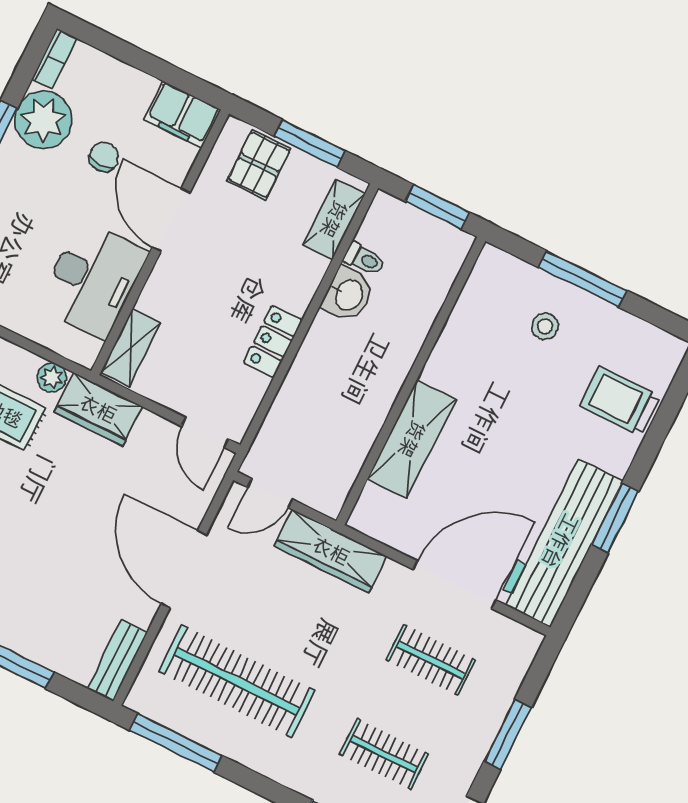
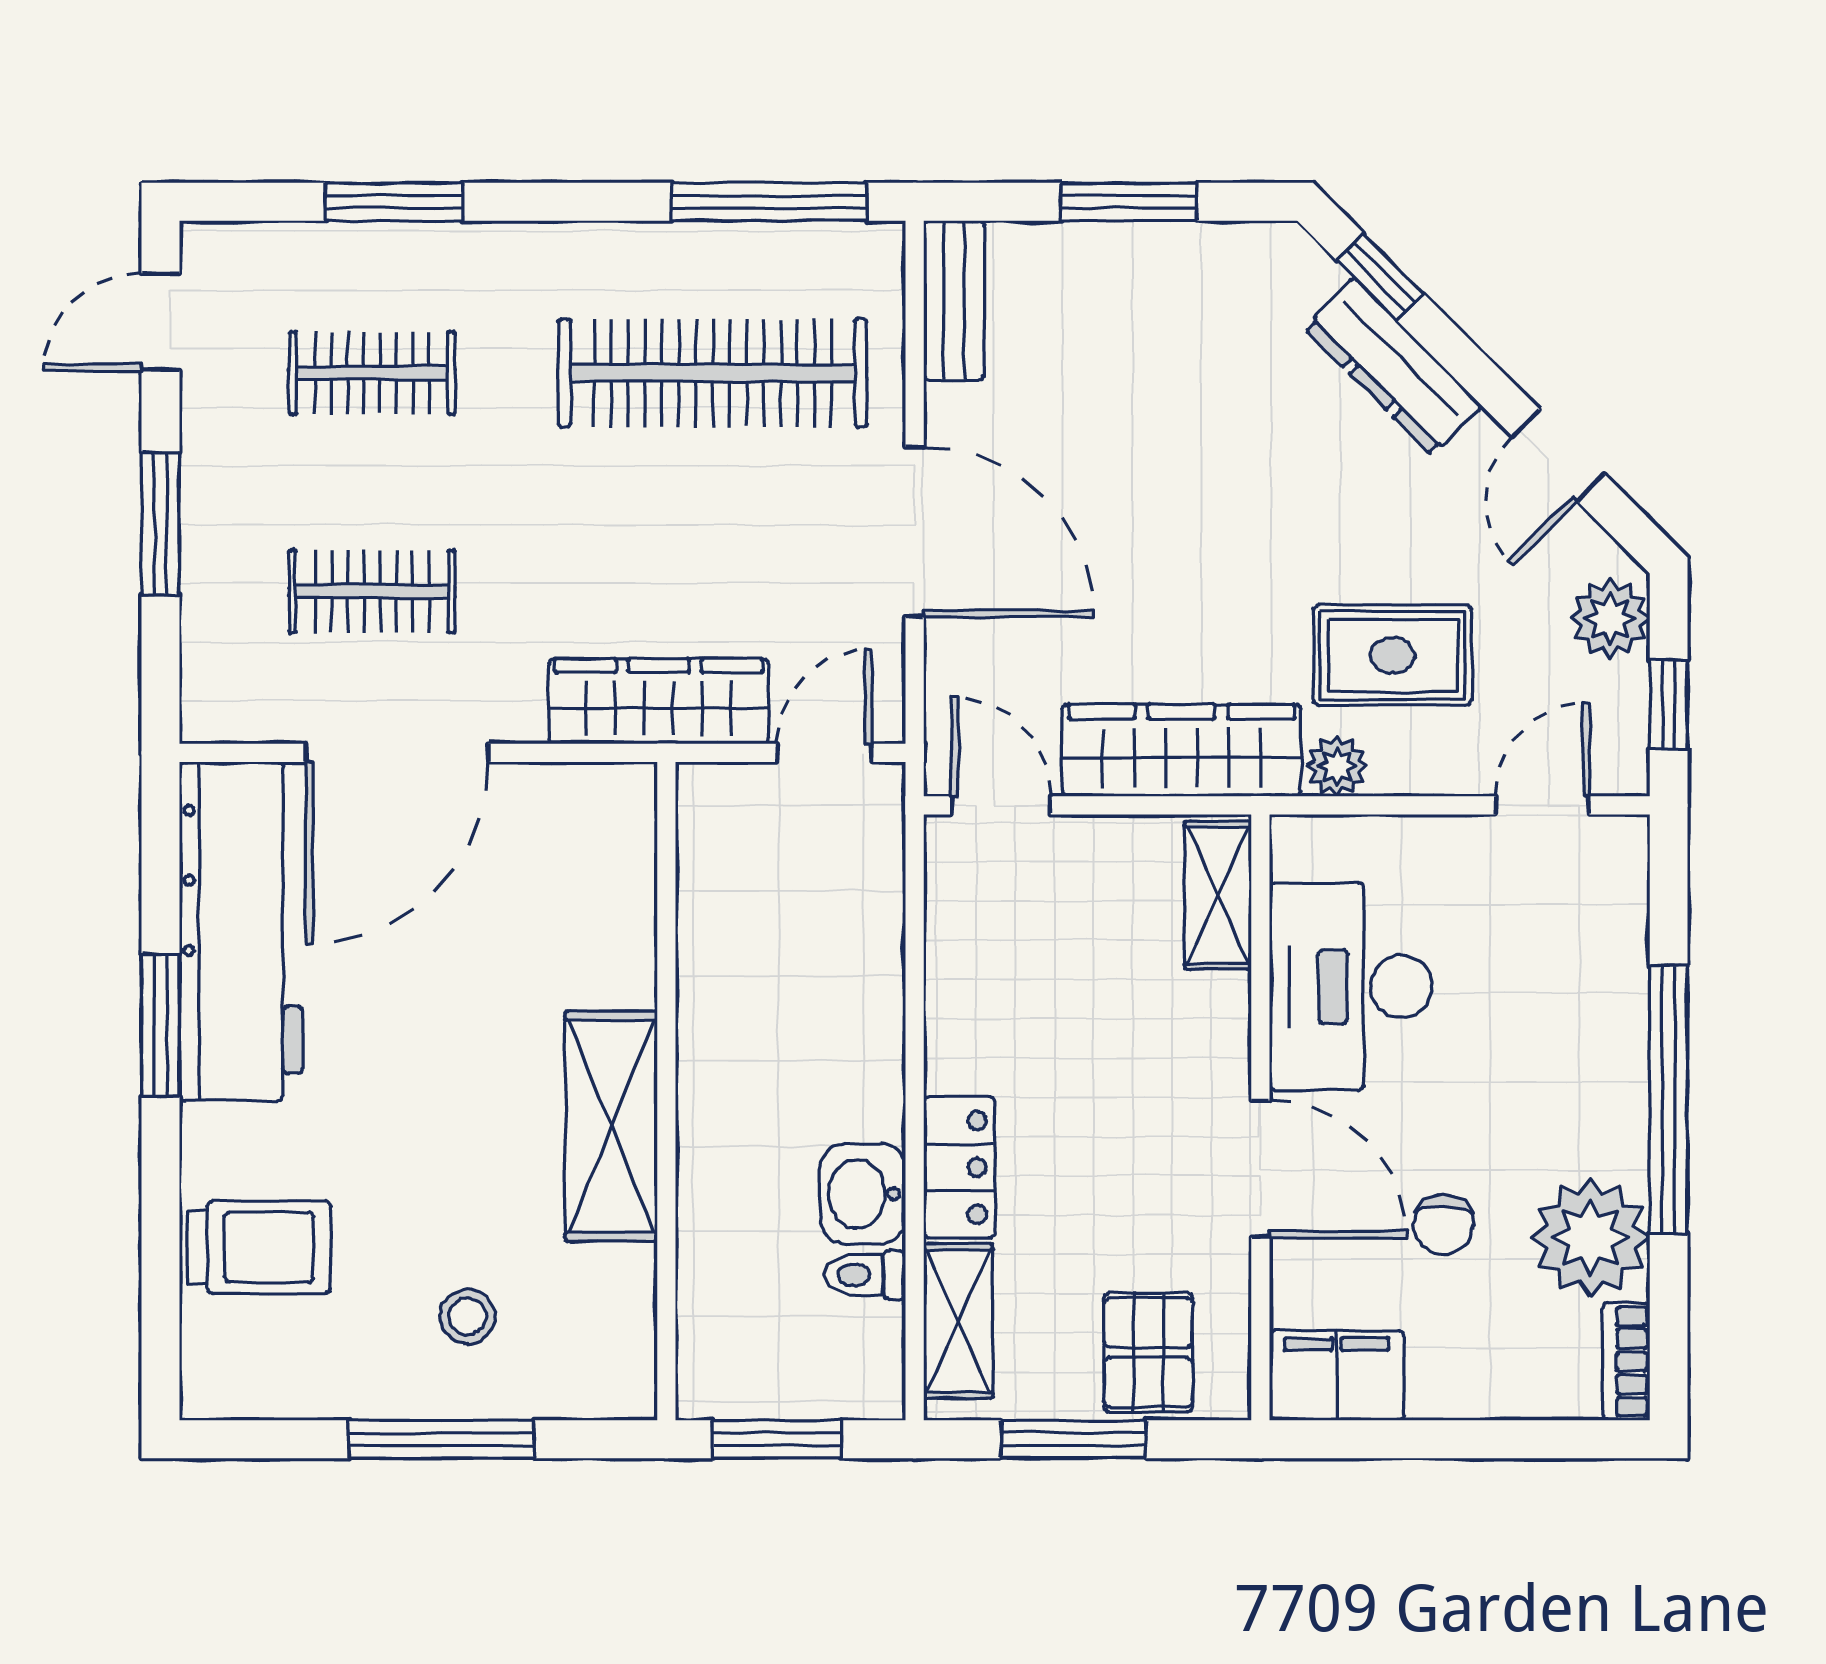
locker: (273, 341) -> (959, 1167), moved
wardrobe: (98, 409) -> (1181, 750), width x1.50
shelving: (412, 439) -> (611, 1126), moved

